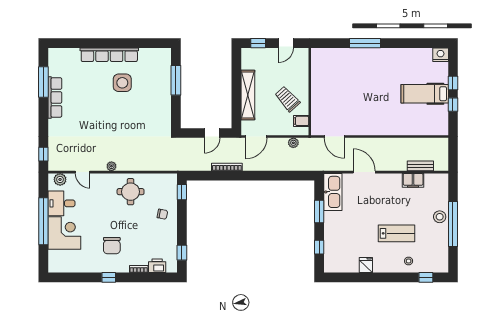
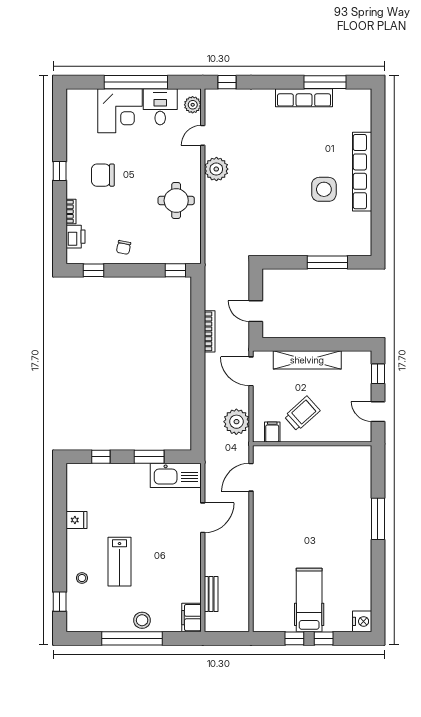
plant: (293, 143) -> (236, 422), width x1.88, depth x1.88
plant: (111, 166) -> (216, 169), width x1.88, depth x1.88
filing cabinet: (413, 180) -> (192, 618), moved
chair: (162, 214) -> (124, 247), moved

